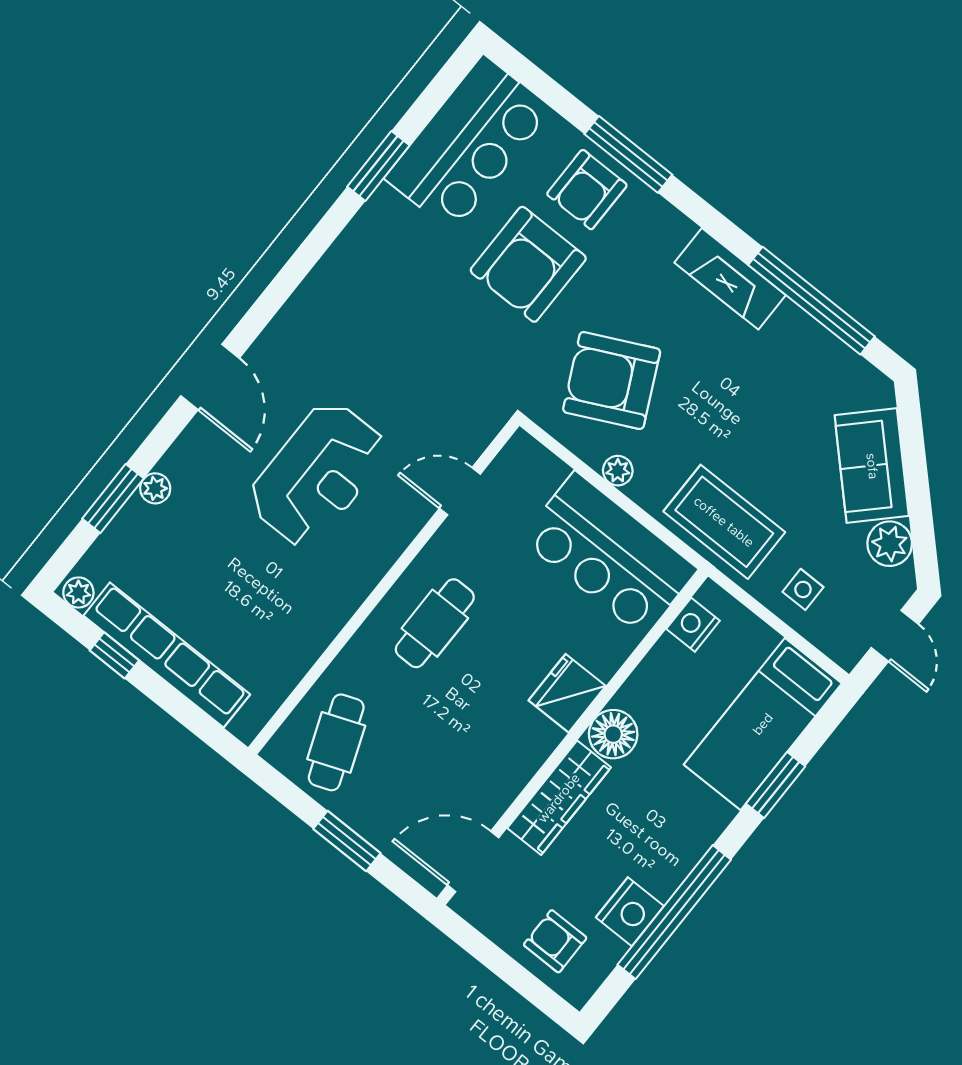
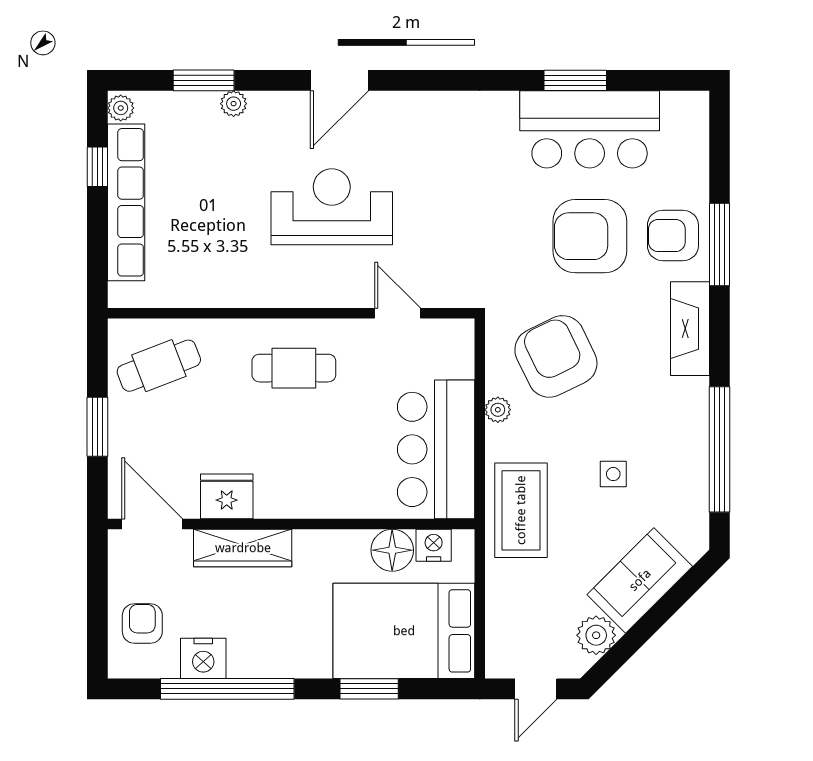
bar counter: (468, 144) -> (590, 129), moved
fireplace: (730, 279) -> (690, 329), moved
reception desk: (318, 474) -> (332, 207), turned 180
side table: (803, 589) -> (613, 474), moved
fridge: (567, 693) -> (227, 496), moved
bed: (763, 724) -> (404, 631), width x1.50
floor lamp: (613, 734) -> (392, 550), moved

